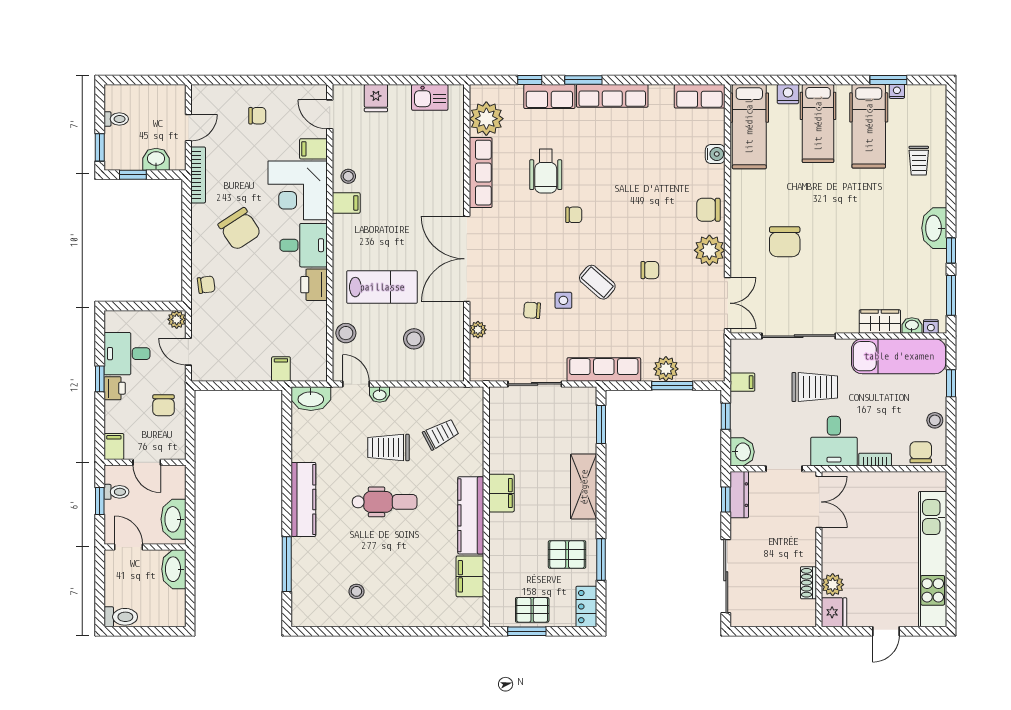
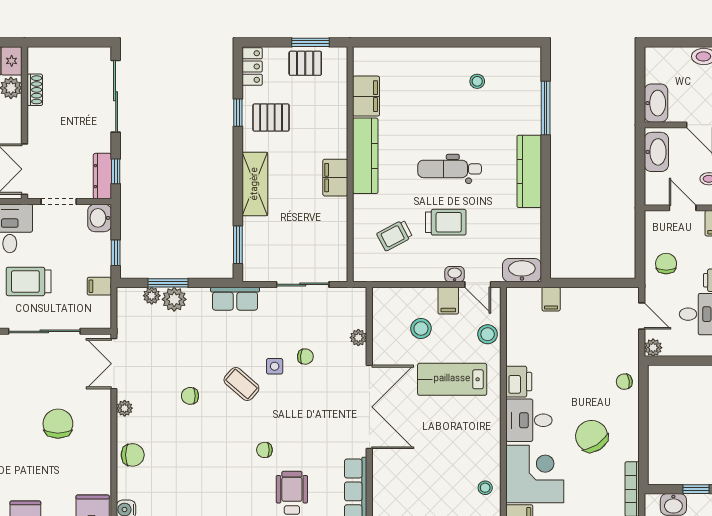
filing cabinet: (346, 203) -> (448, 301), moved, turned -90
plant: (709, 250) -> (125, 408), width x0.53, depth x0.53
row of seats: (604, 369) -> (235, 299), width x0.68
plant: (689, 372) -> (152, 296), added
window: (601, 559) -> (238, 113), width x0.67

